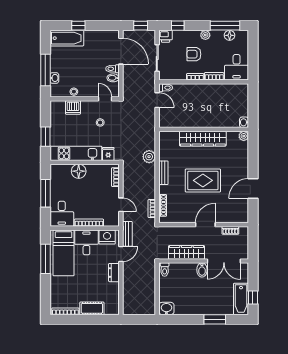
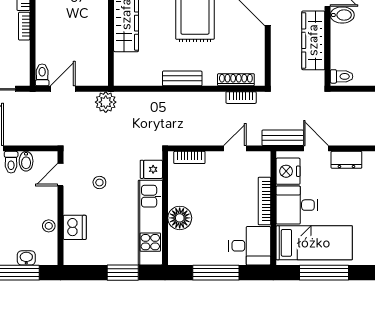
plant: (149, 157) -> (106, 102), moved

